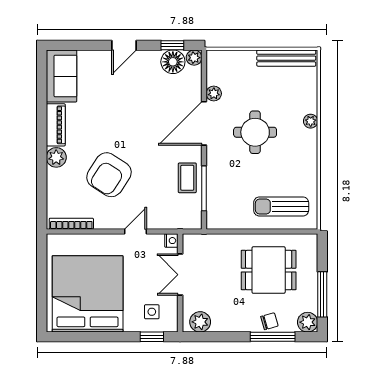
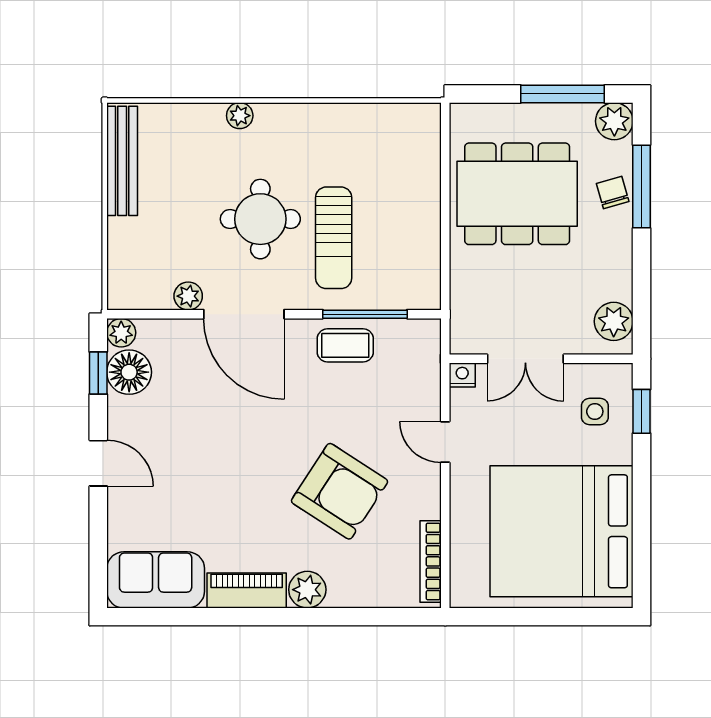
sun lounger: (281, 206) -> (334, 238), moved
dining table: (269, 270) -> (517, 194), width x1.38

